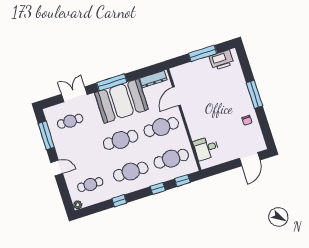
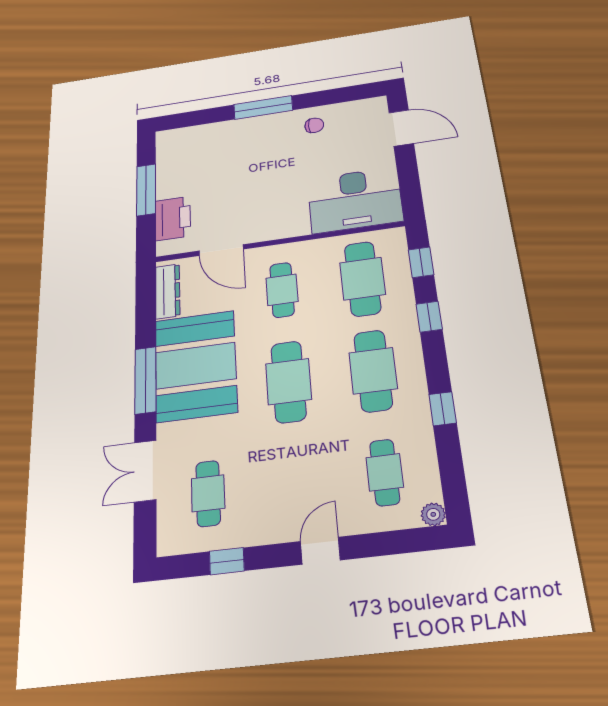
printer: (222, 60) -> (173, 218), moved
cafe table: (161, 127) -> (282, 290), width x0.73, depth x0.74
window: (46, 135) -> (227, 561), width x0.46
desk: (206, 148) -> (355, 200), width x1.87, depth x1.30

